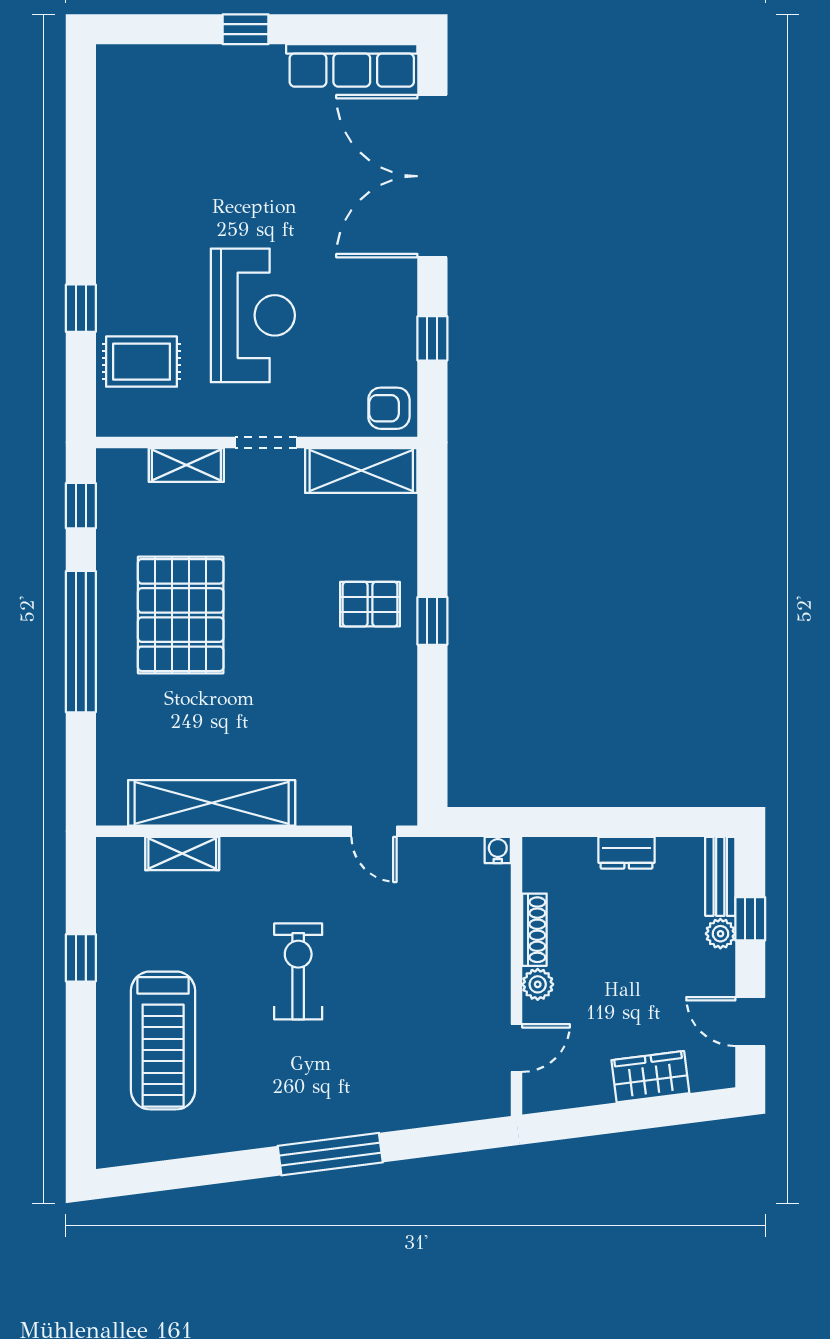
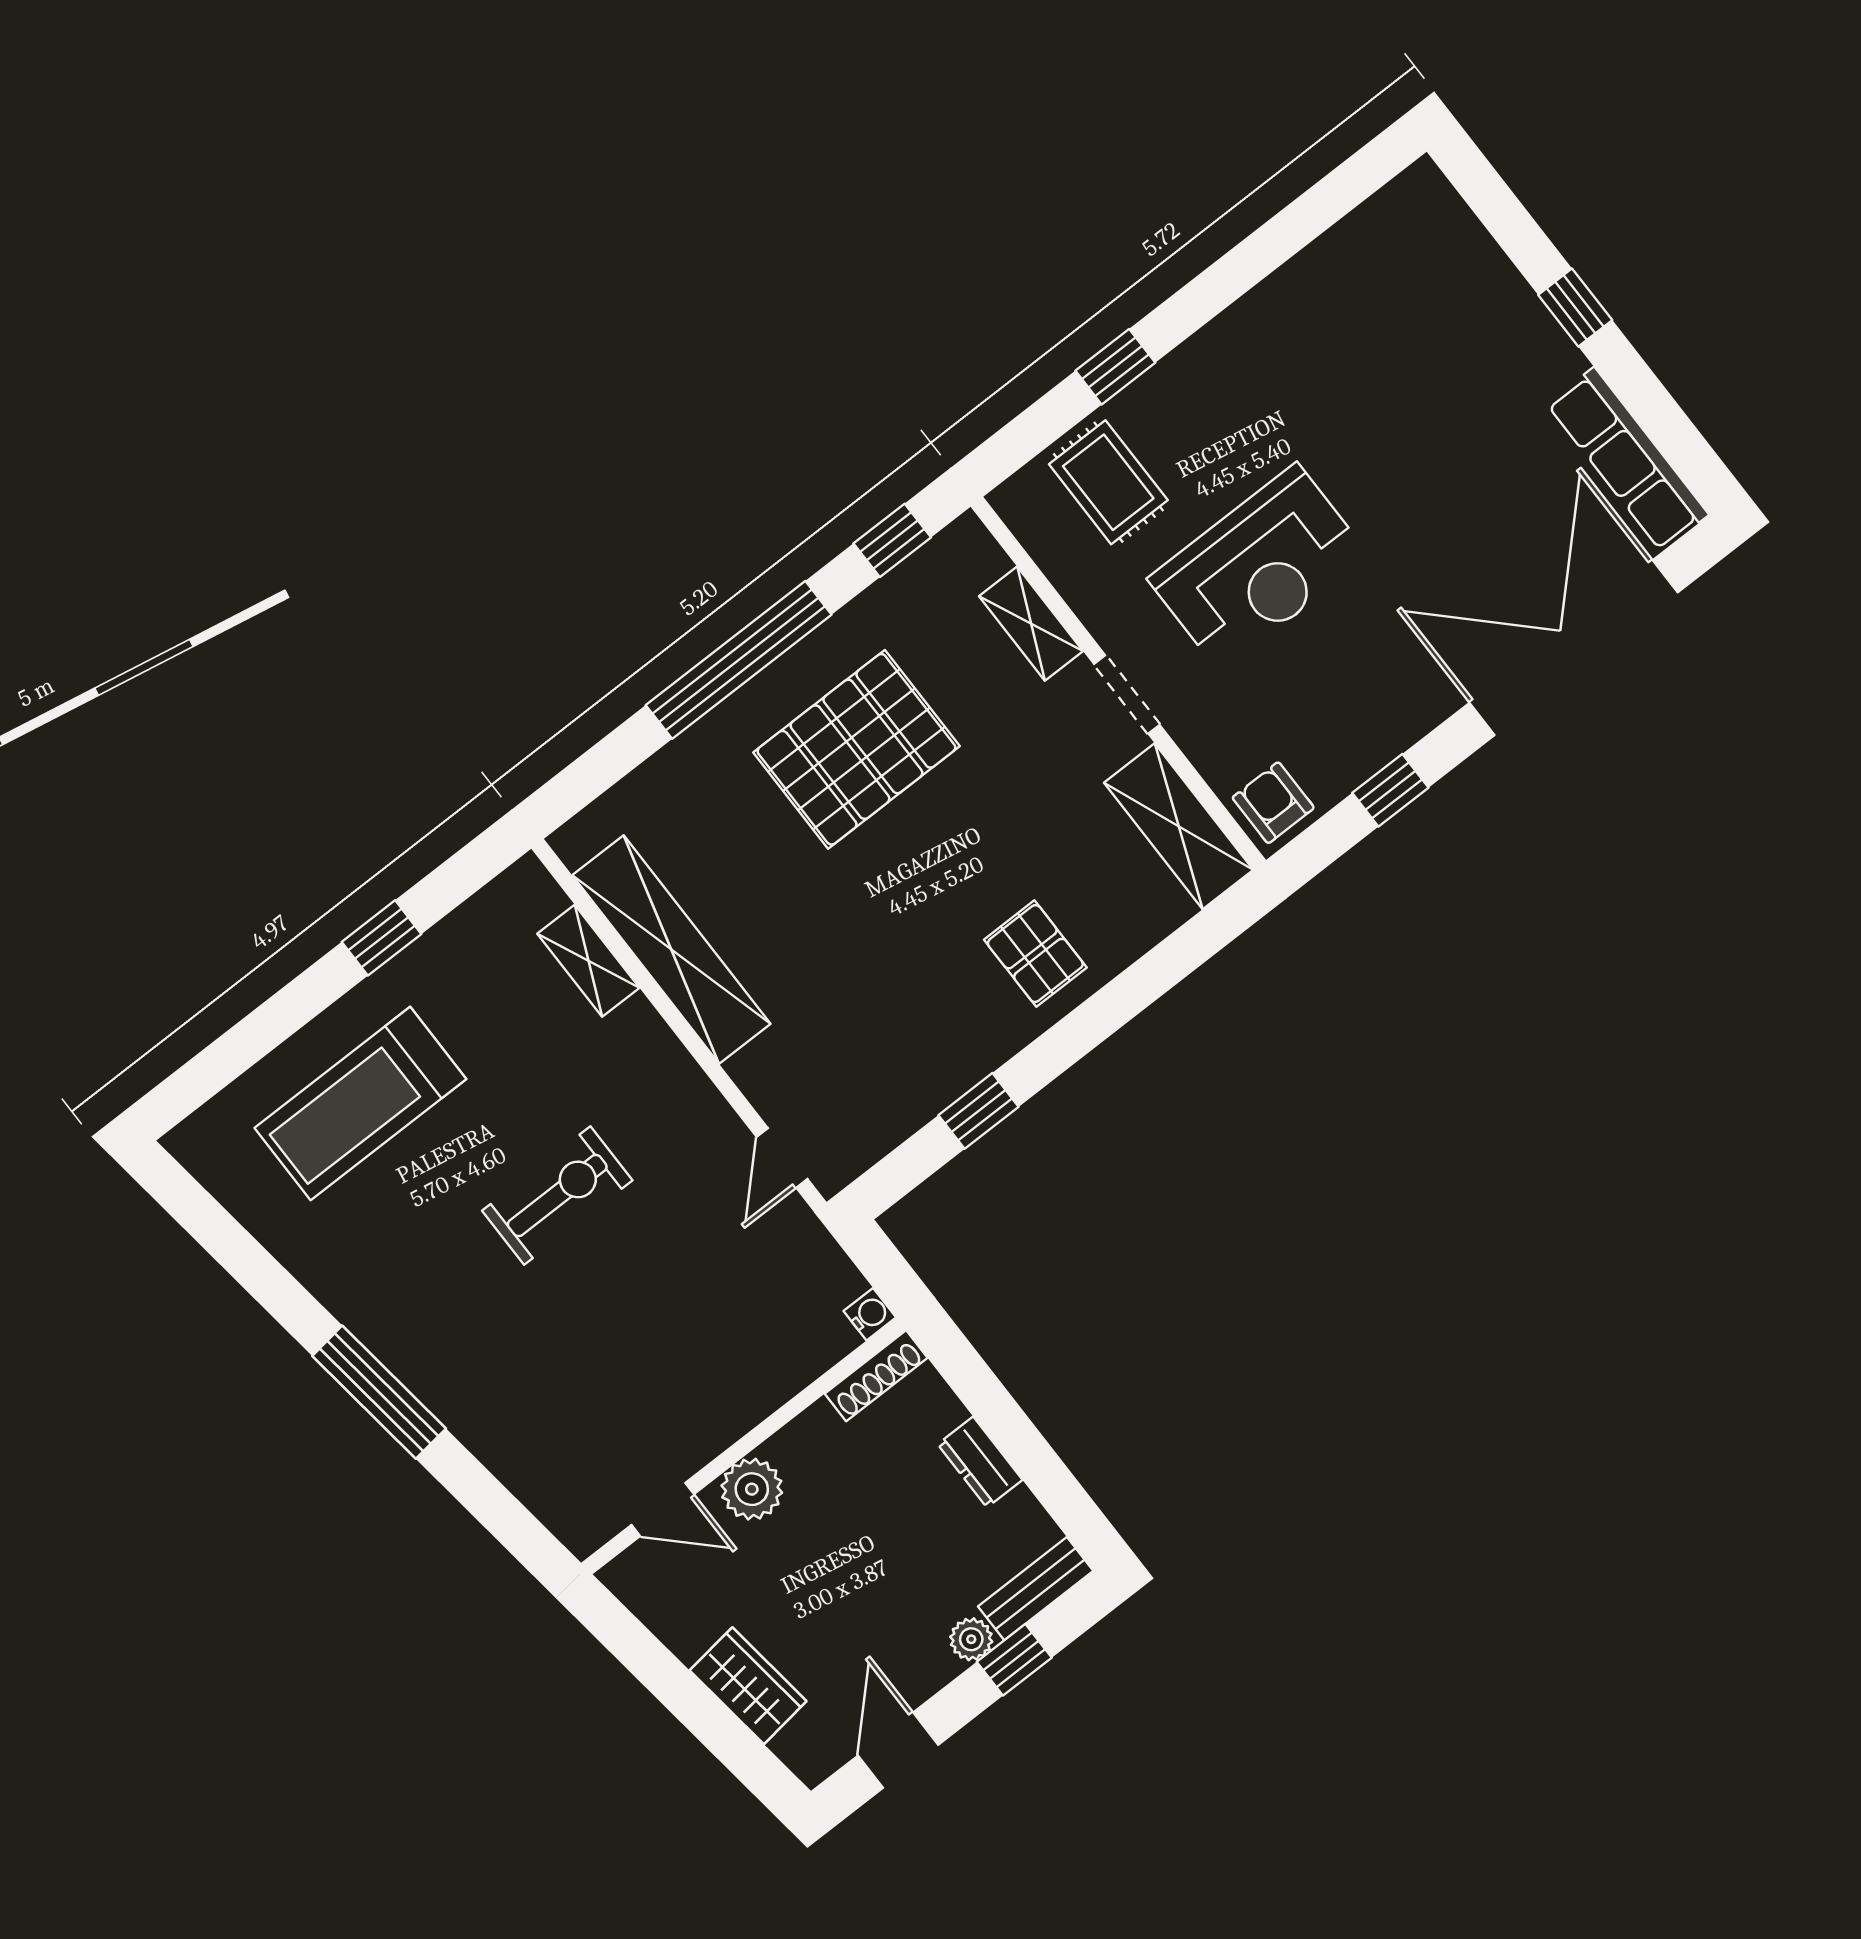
window: (432, 621) -> (979, 1111), moved
shoe rack: (534, 930) -> (876, 1376), moved
plant: (538, 984) -> (752, 1489), width x1.38, depth x1.38

